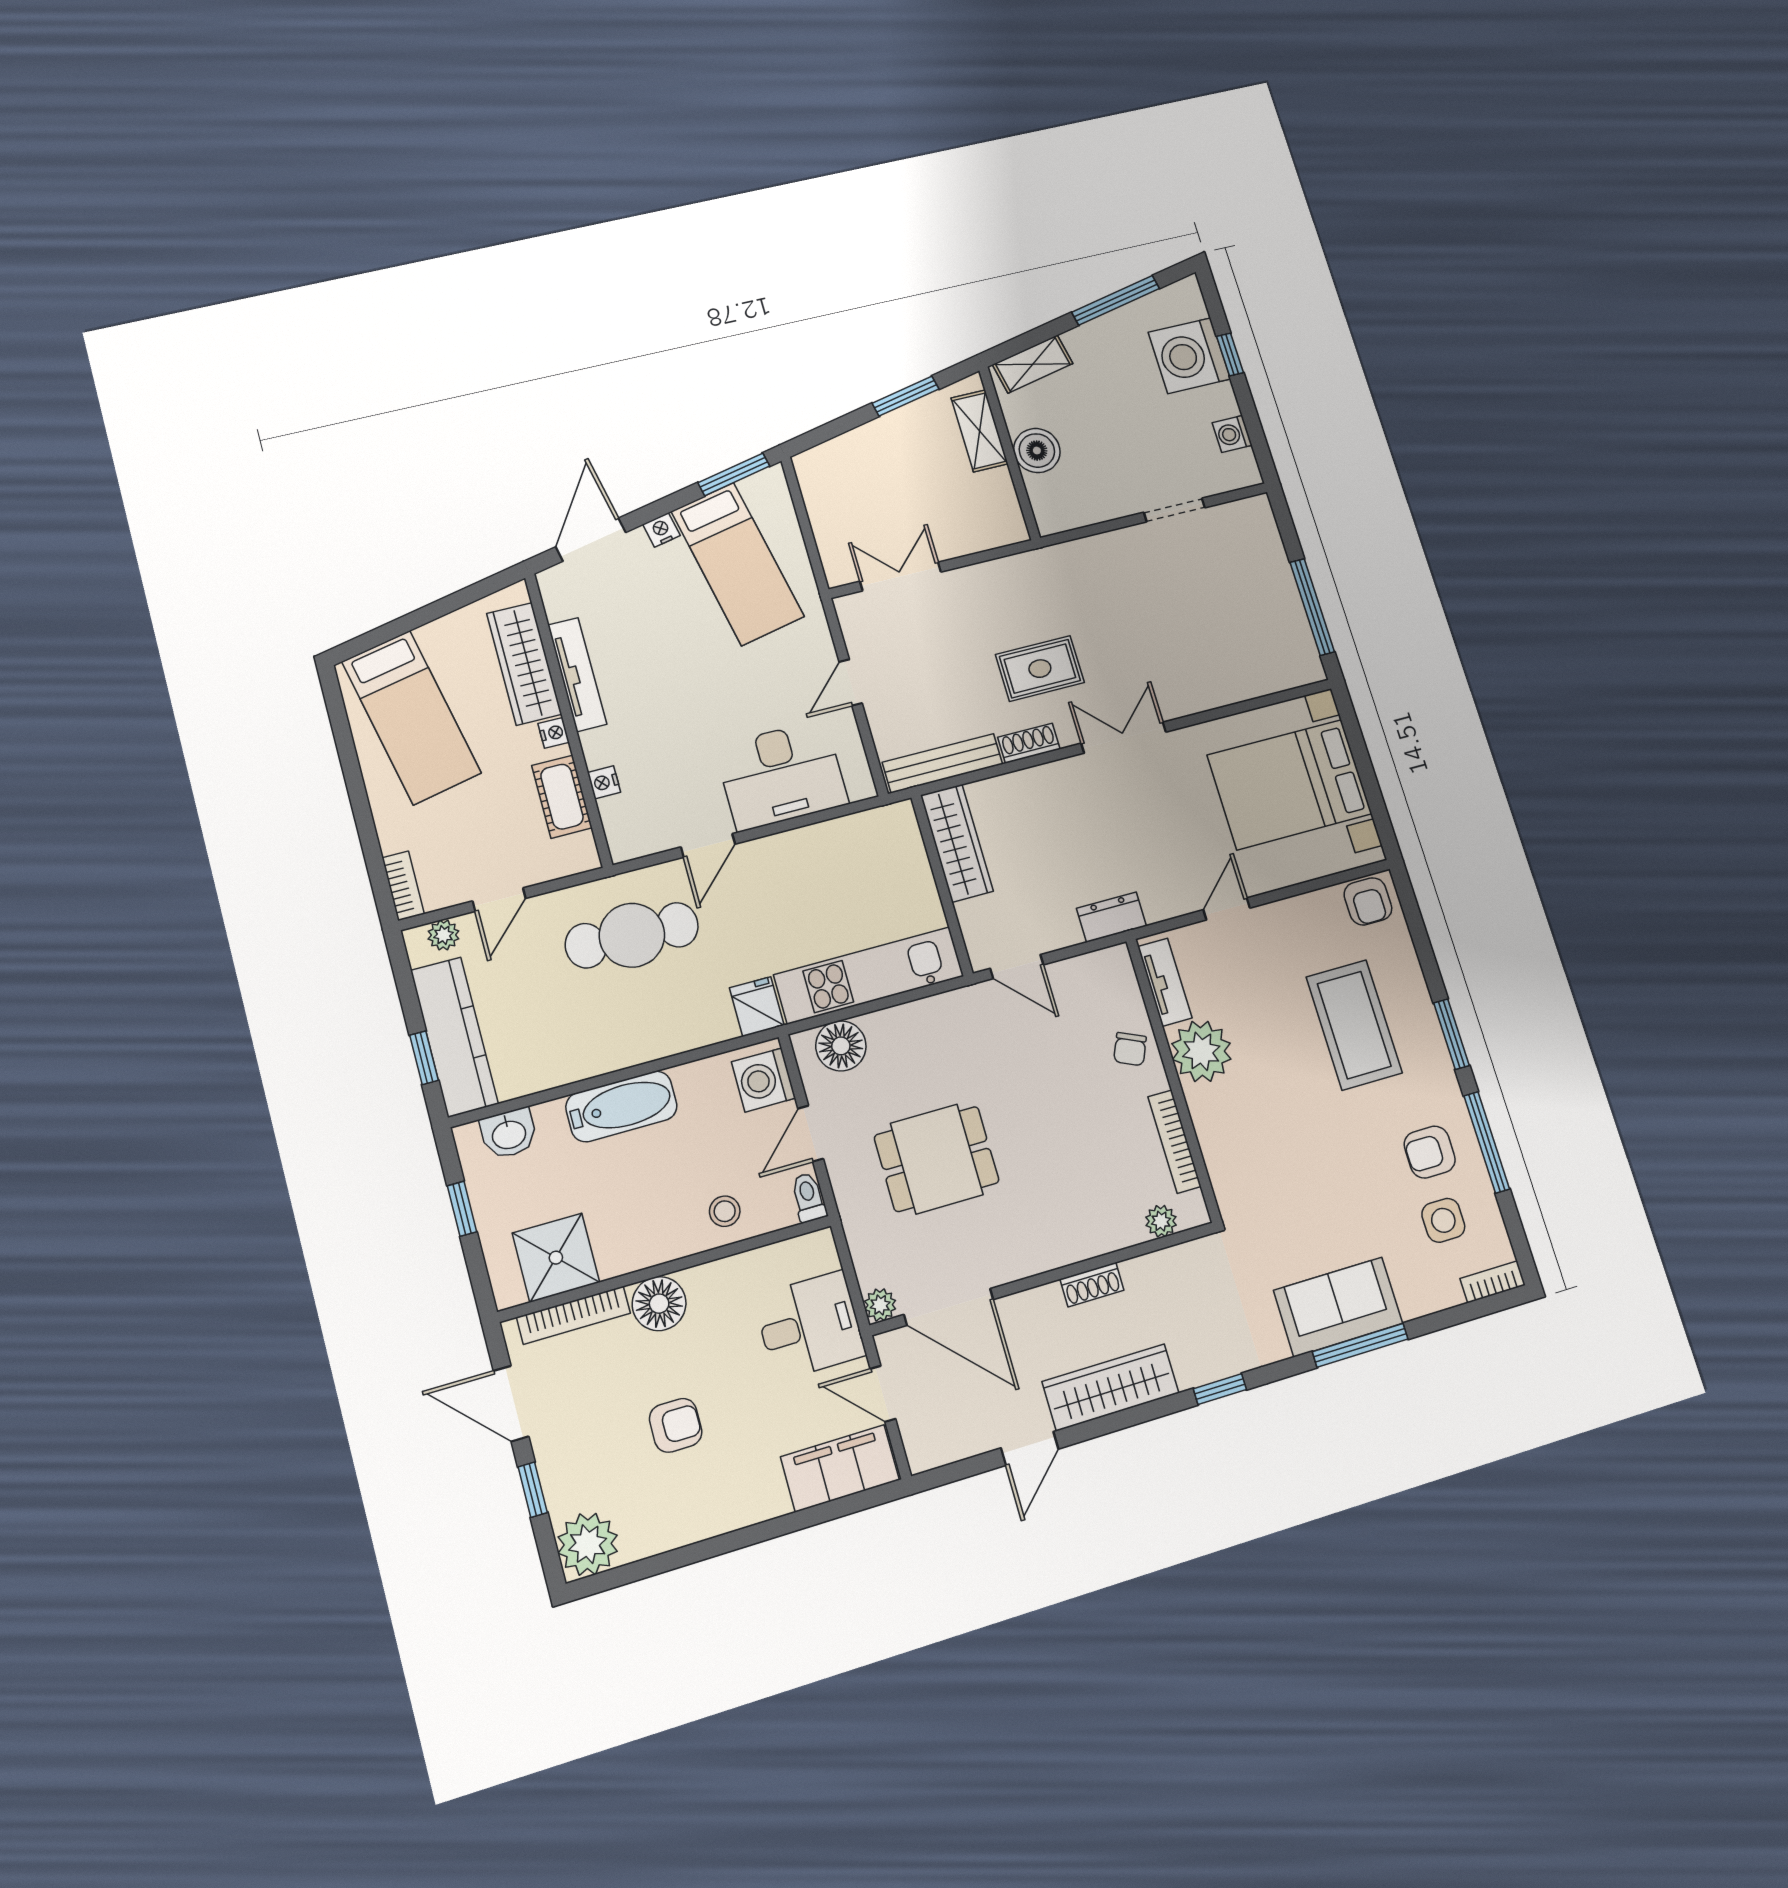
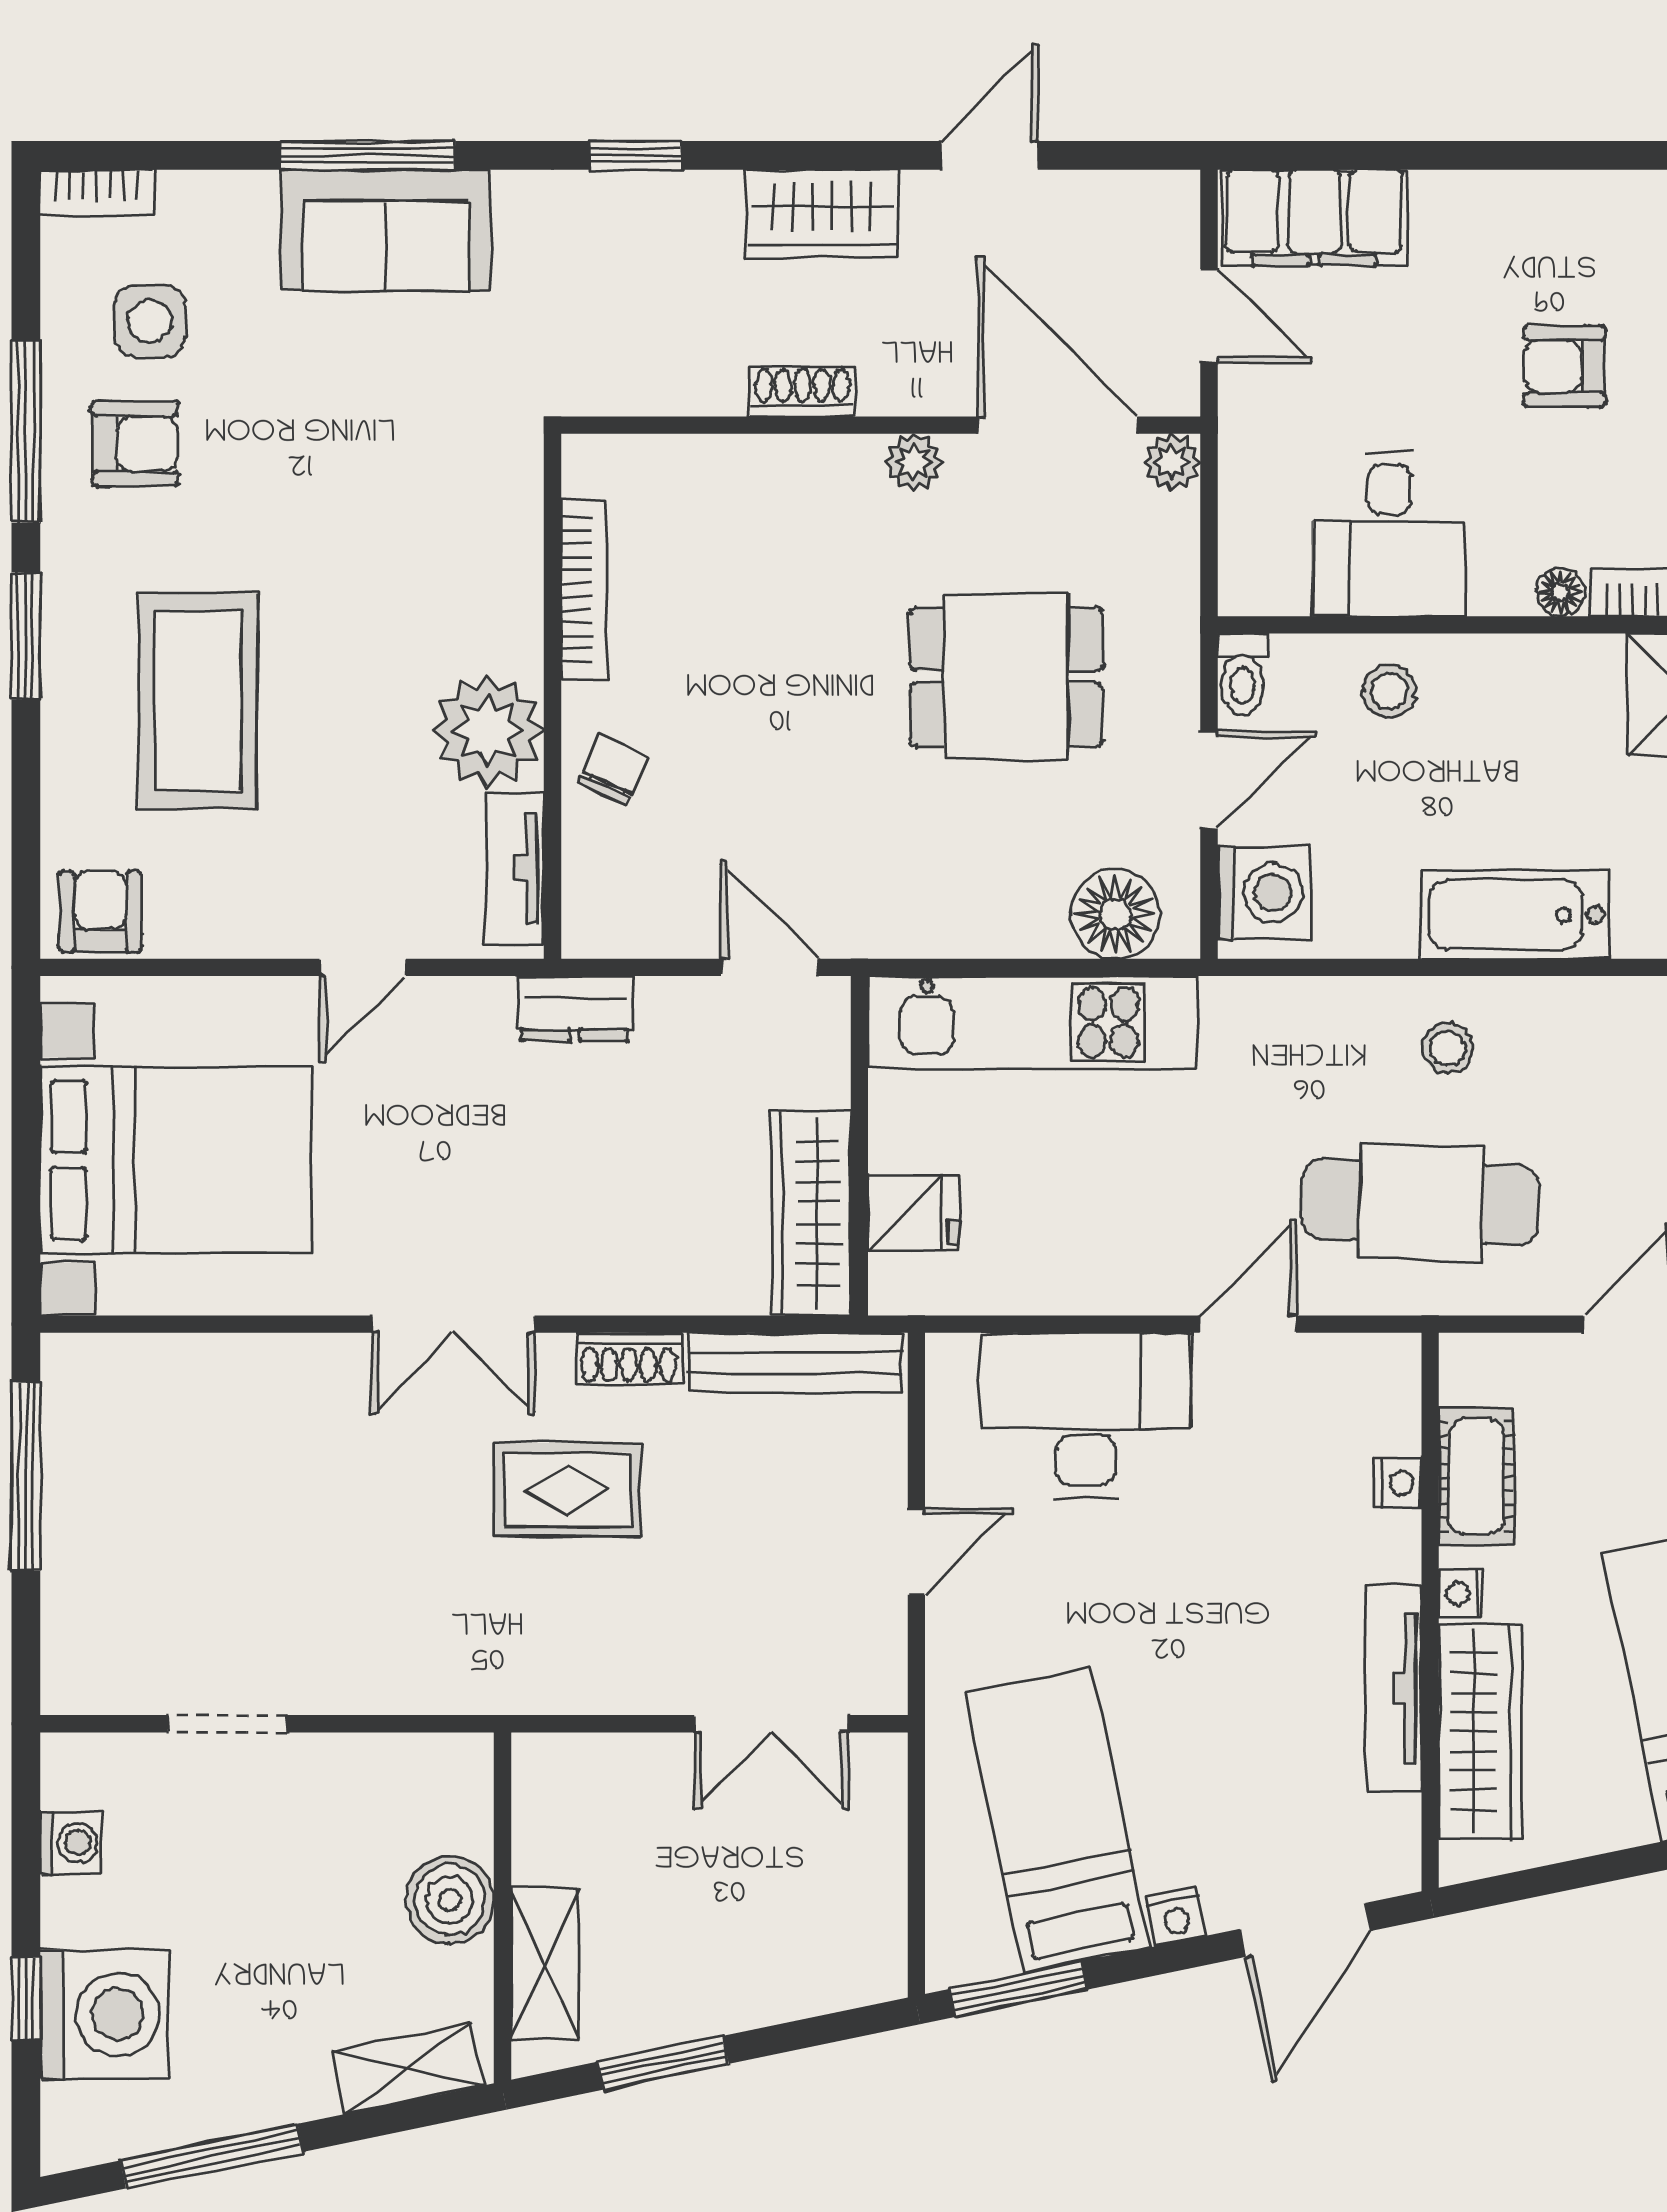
fridge: (757, 1007) -> (913, 1213), moved, turned -90
stool: (639, 1023) -> (1448, 1048), added
plant: (1161, 1221) -> (914, 462), moved
floor lamp: (659, 1304) -> (1560, 592), width x0.53, depth x0.53
desk: (810, 1326) -> (1389, 534), moved, turned -90
wardrobe: (1111, 1387) -> (822, 214), width x0.67

